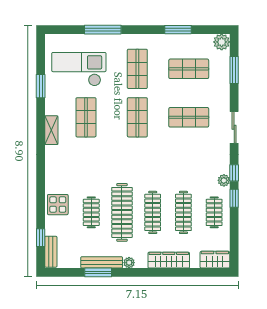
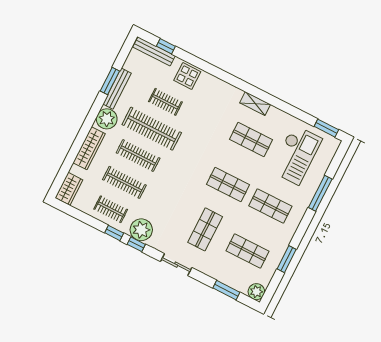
shop shelf: (189, 69) -> (247, 251), turned 90
window: (41, 86) -> (326, 128), moved
plant: (224, 180) -> (141, 230), width x1.88, depth x1.88
bench: (51, 252) -> (154, 51), width x1.36
plant: (129, 263) -> (107, 119), width x1.88, depth x1.88

